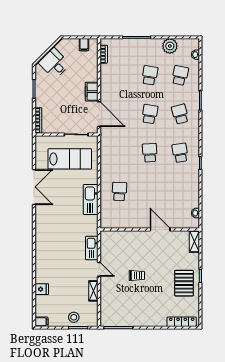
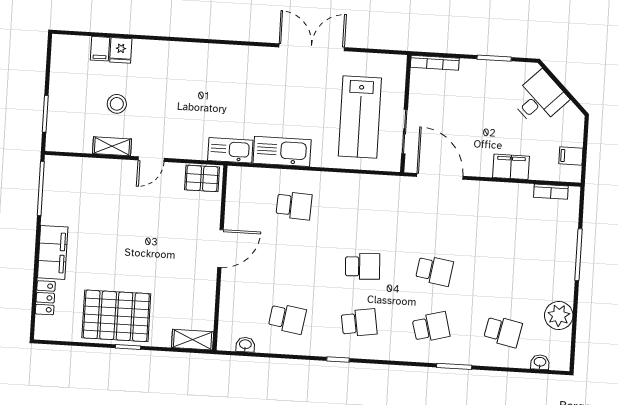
school desk: (150, 75) -> (287, 319), moved
filing cabinet: (92, 92) -> (511, 167), moved
door: (99, 114) -> (440, 176), swing flipped
double door: (34, 187) -> (312, 47), swing flipped
door: (160, 229) -> (220, 249), moved
pallet: (108, 242) -> (202, 178), added
kitchen sink: (92, 248) -> (230, 150), moved
trolley: (137, 275) -> (136, 229), removed
pallet: (184, 283) -> (116, 316), width x1.37, depth x1.41
stool: (74, 317) -> (117, 104), moved
filing cabinet: (152, 319) -> (53, 252), added
filing cabinet: (41, 322) -> (100, 49), moved
locker: (182, 322) -> (45, 298), width x0.66

